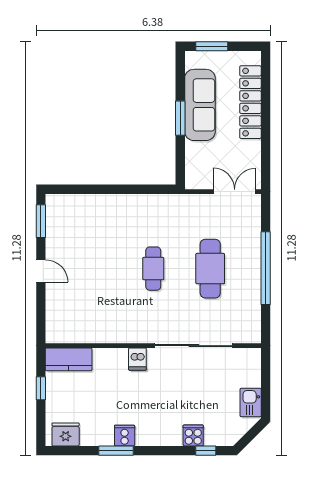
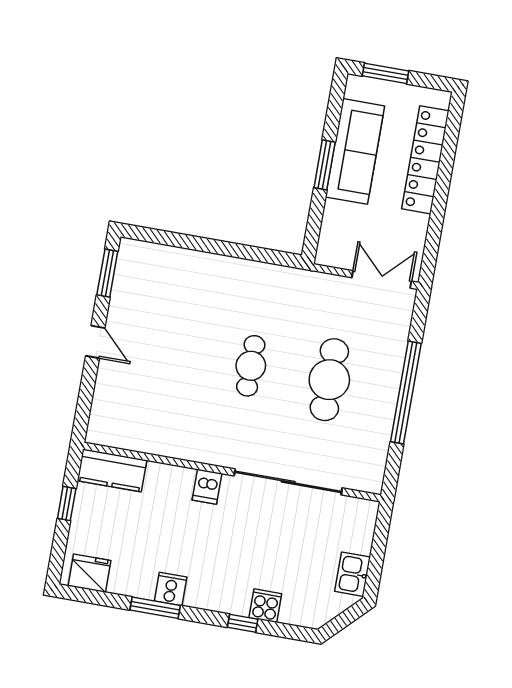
window: (206, 451) -> (243, 623), moved

